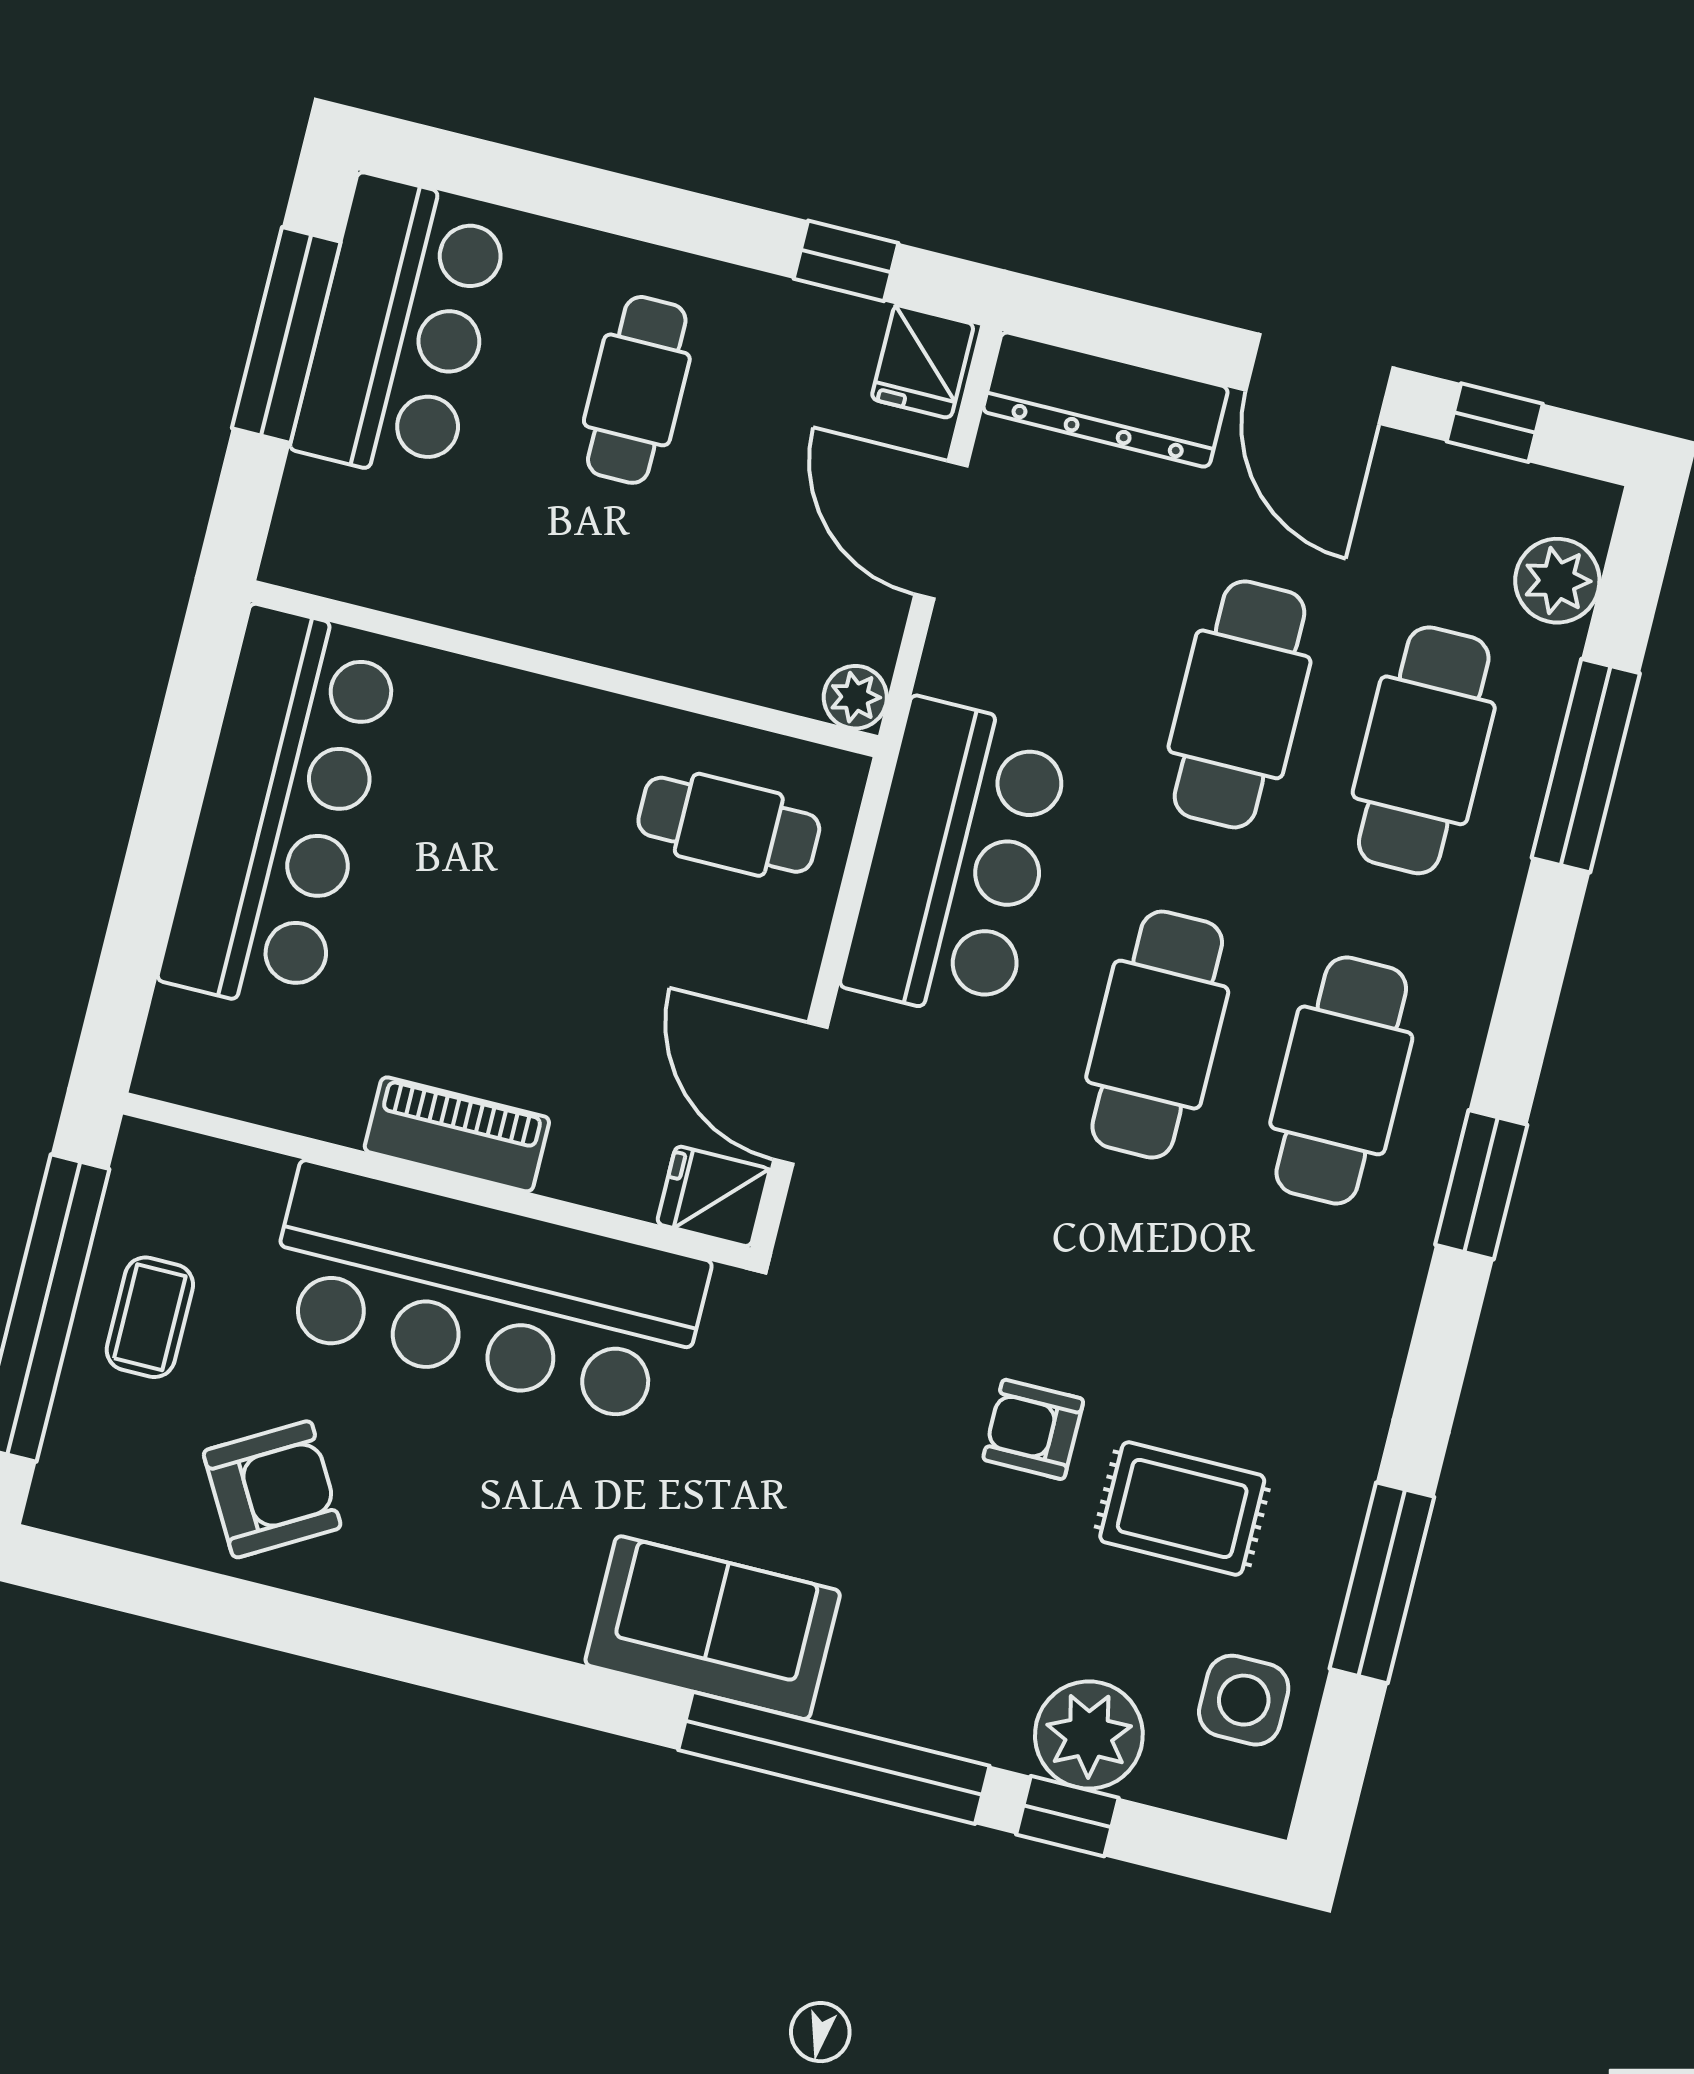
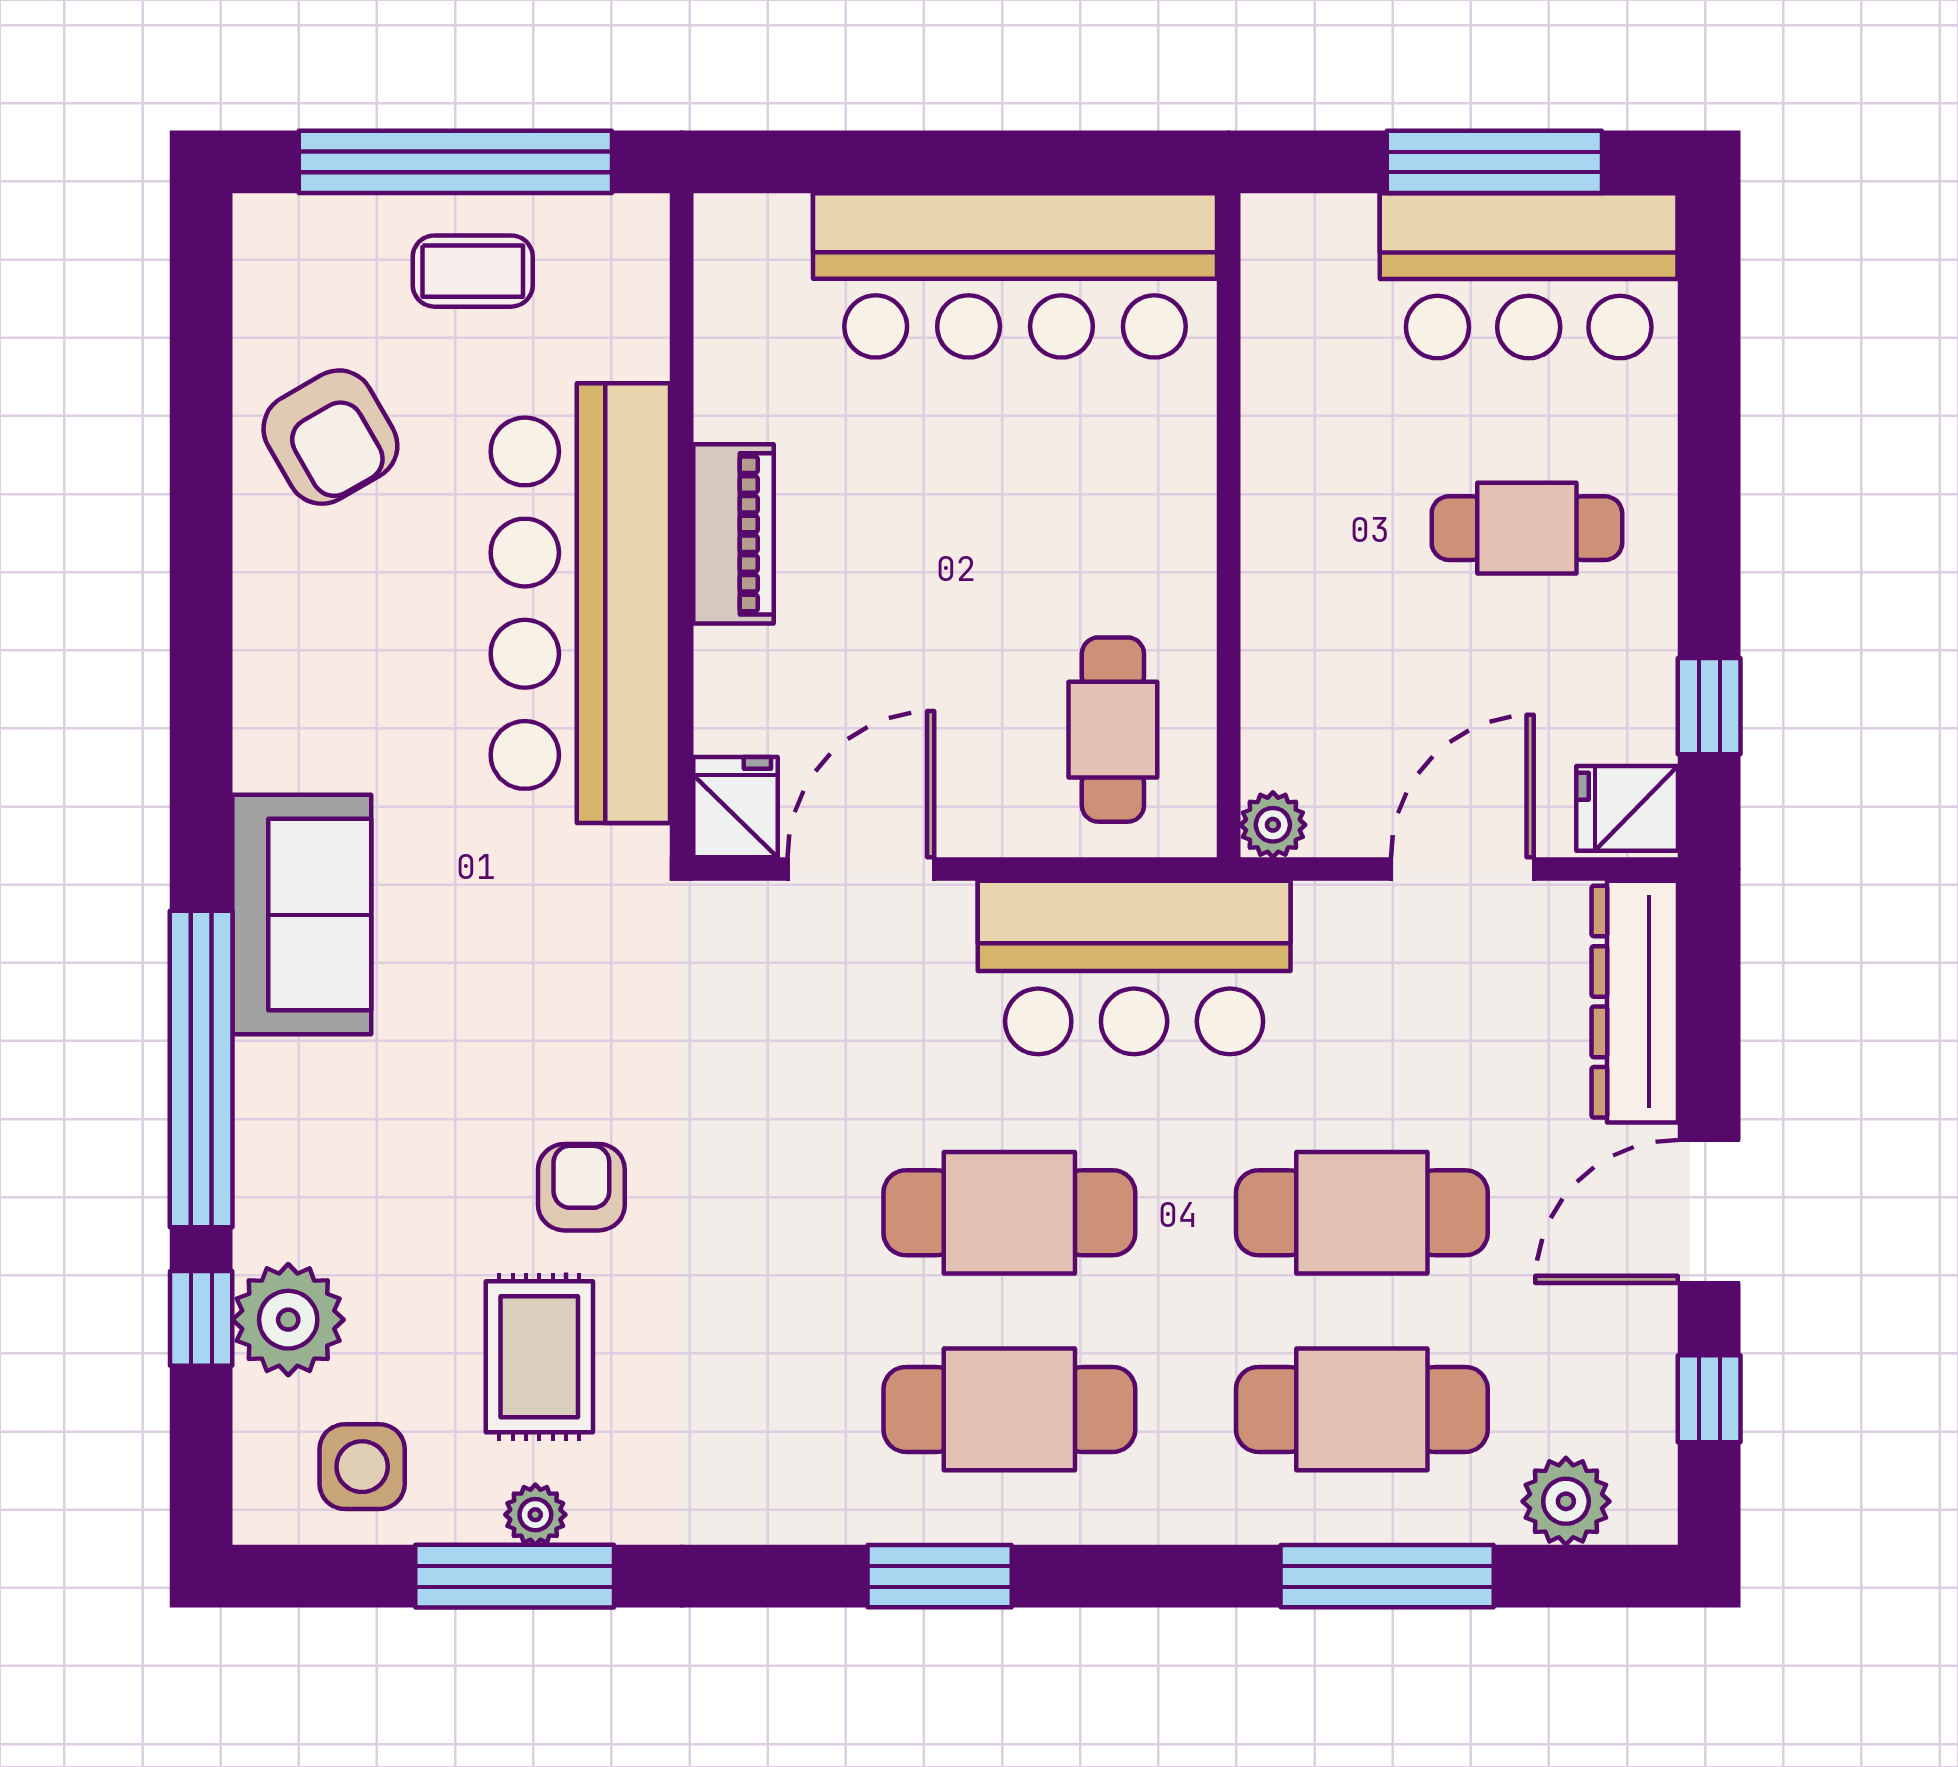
plant: (1329, 1549) -> (535, 1515), added

